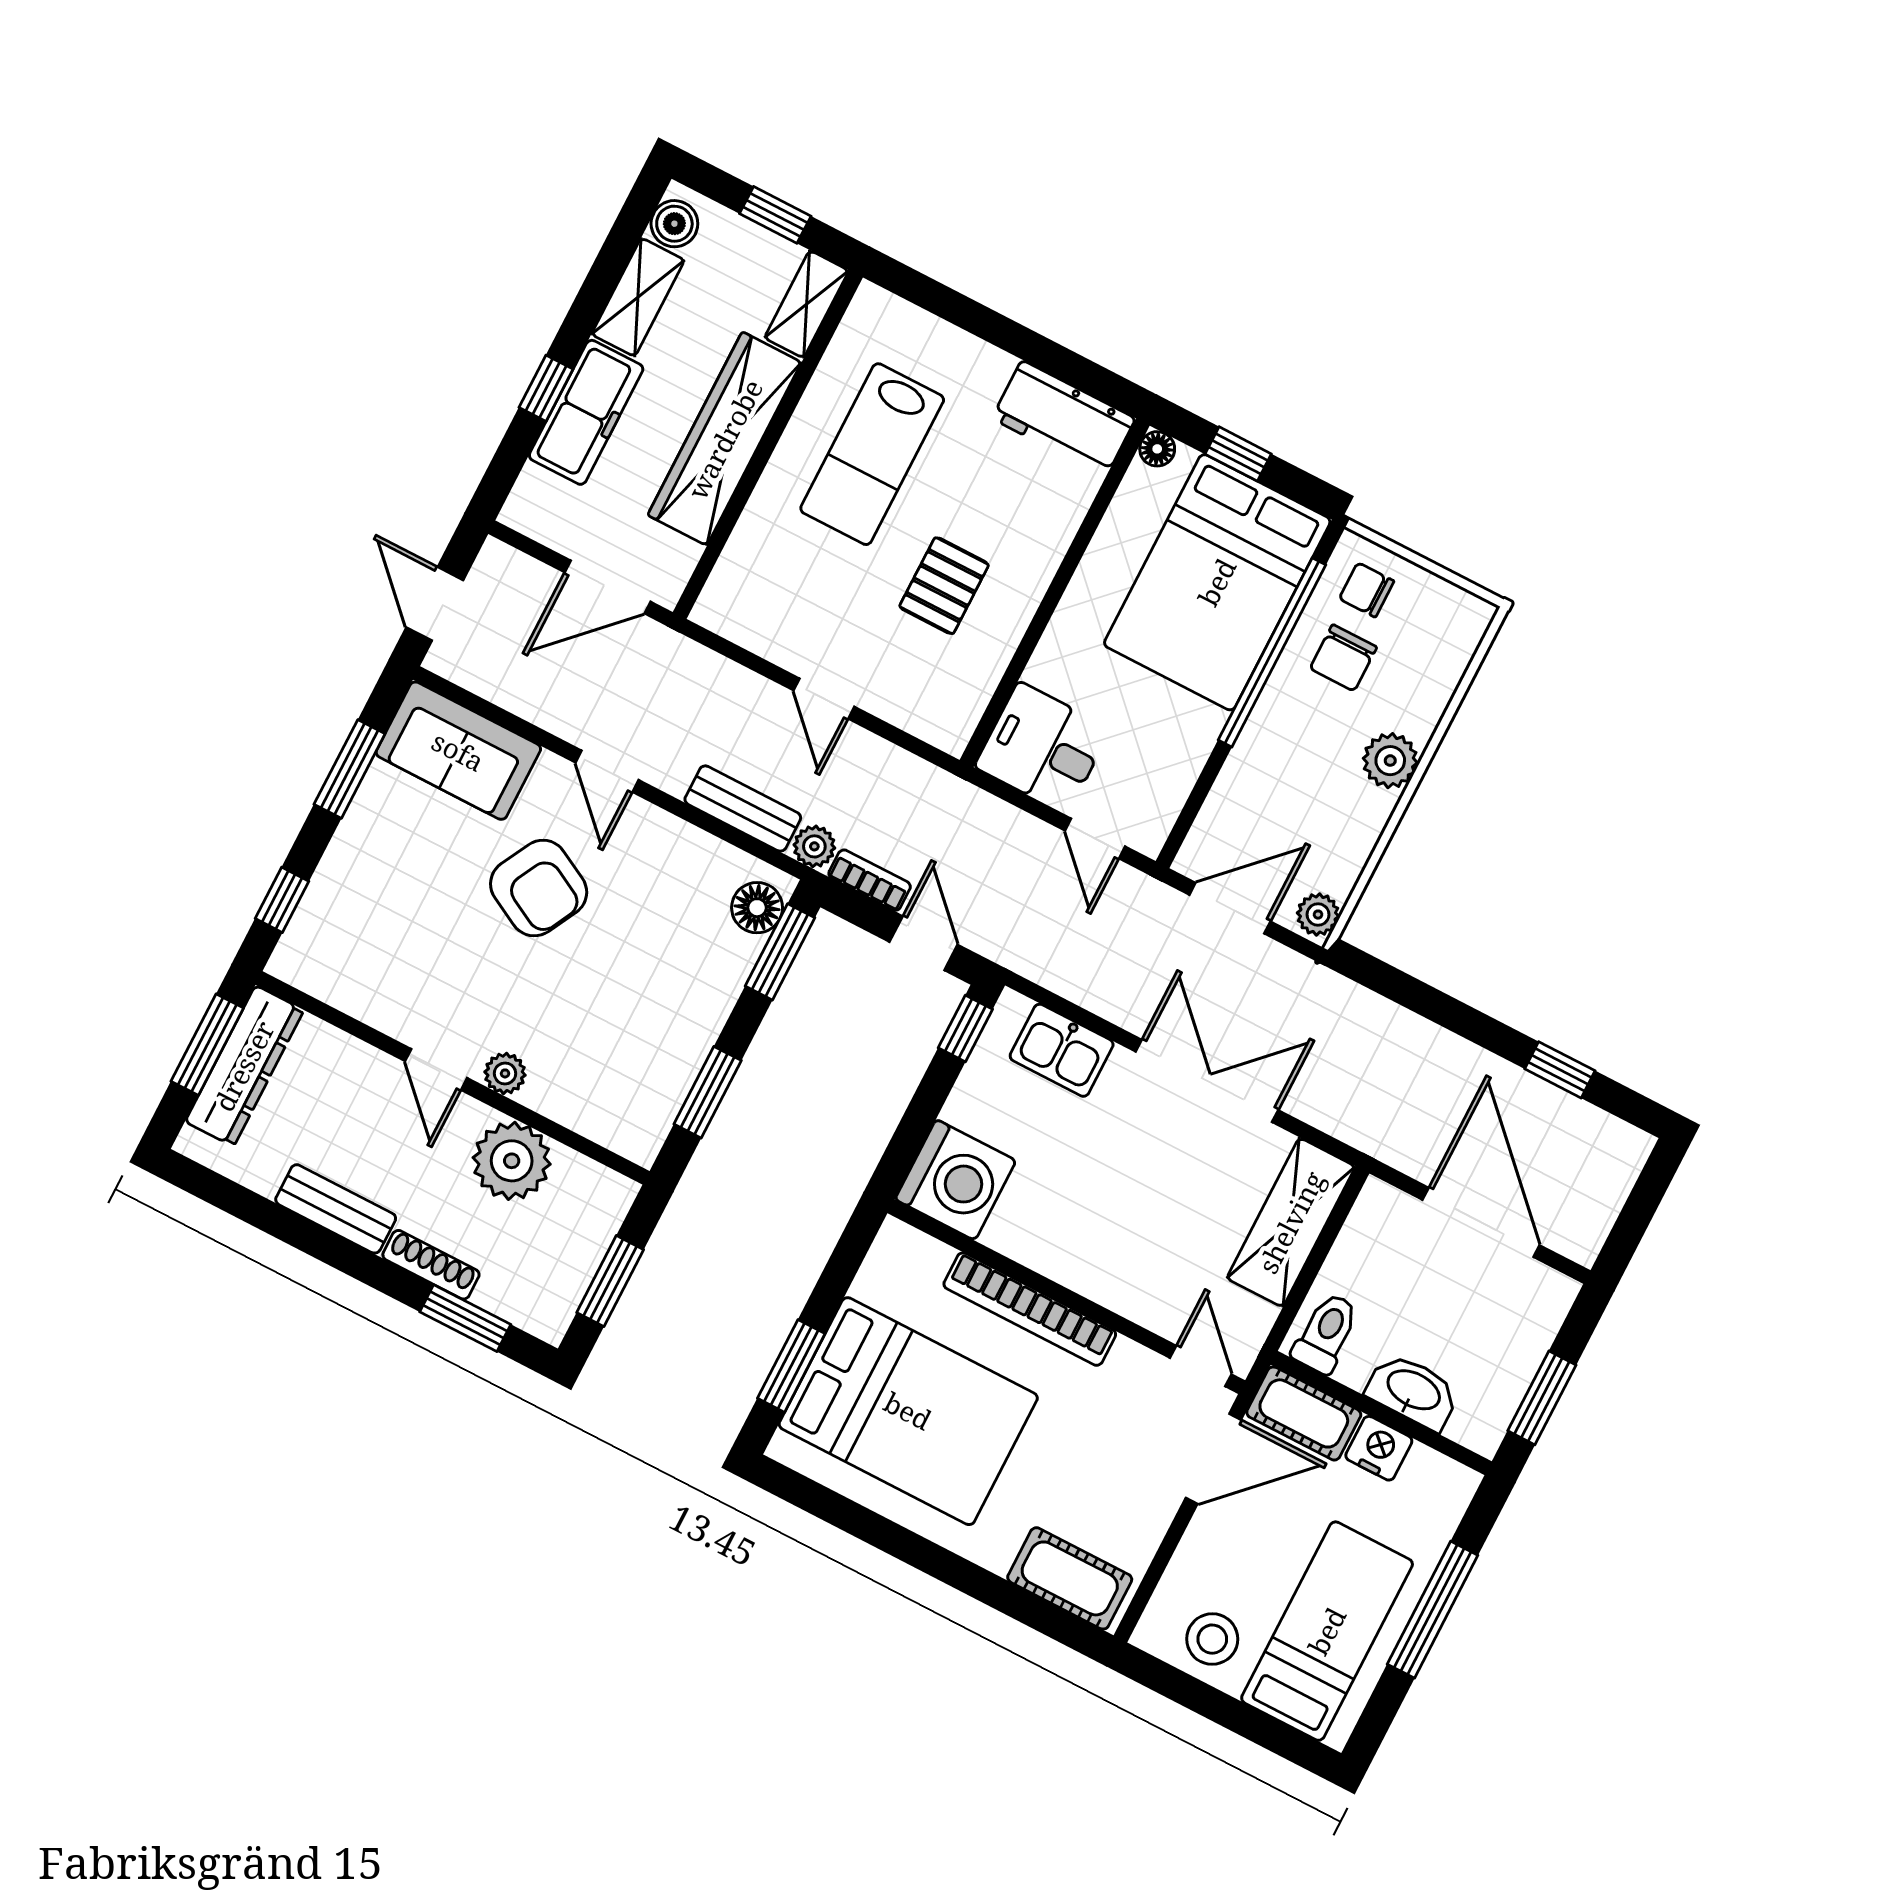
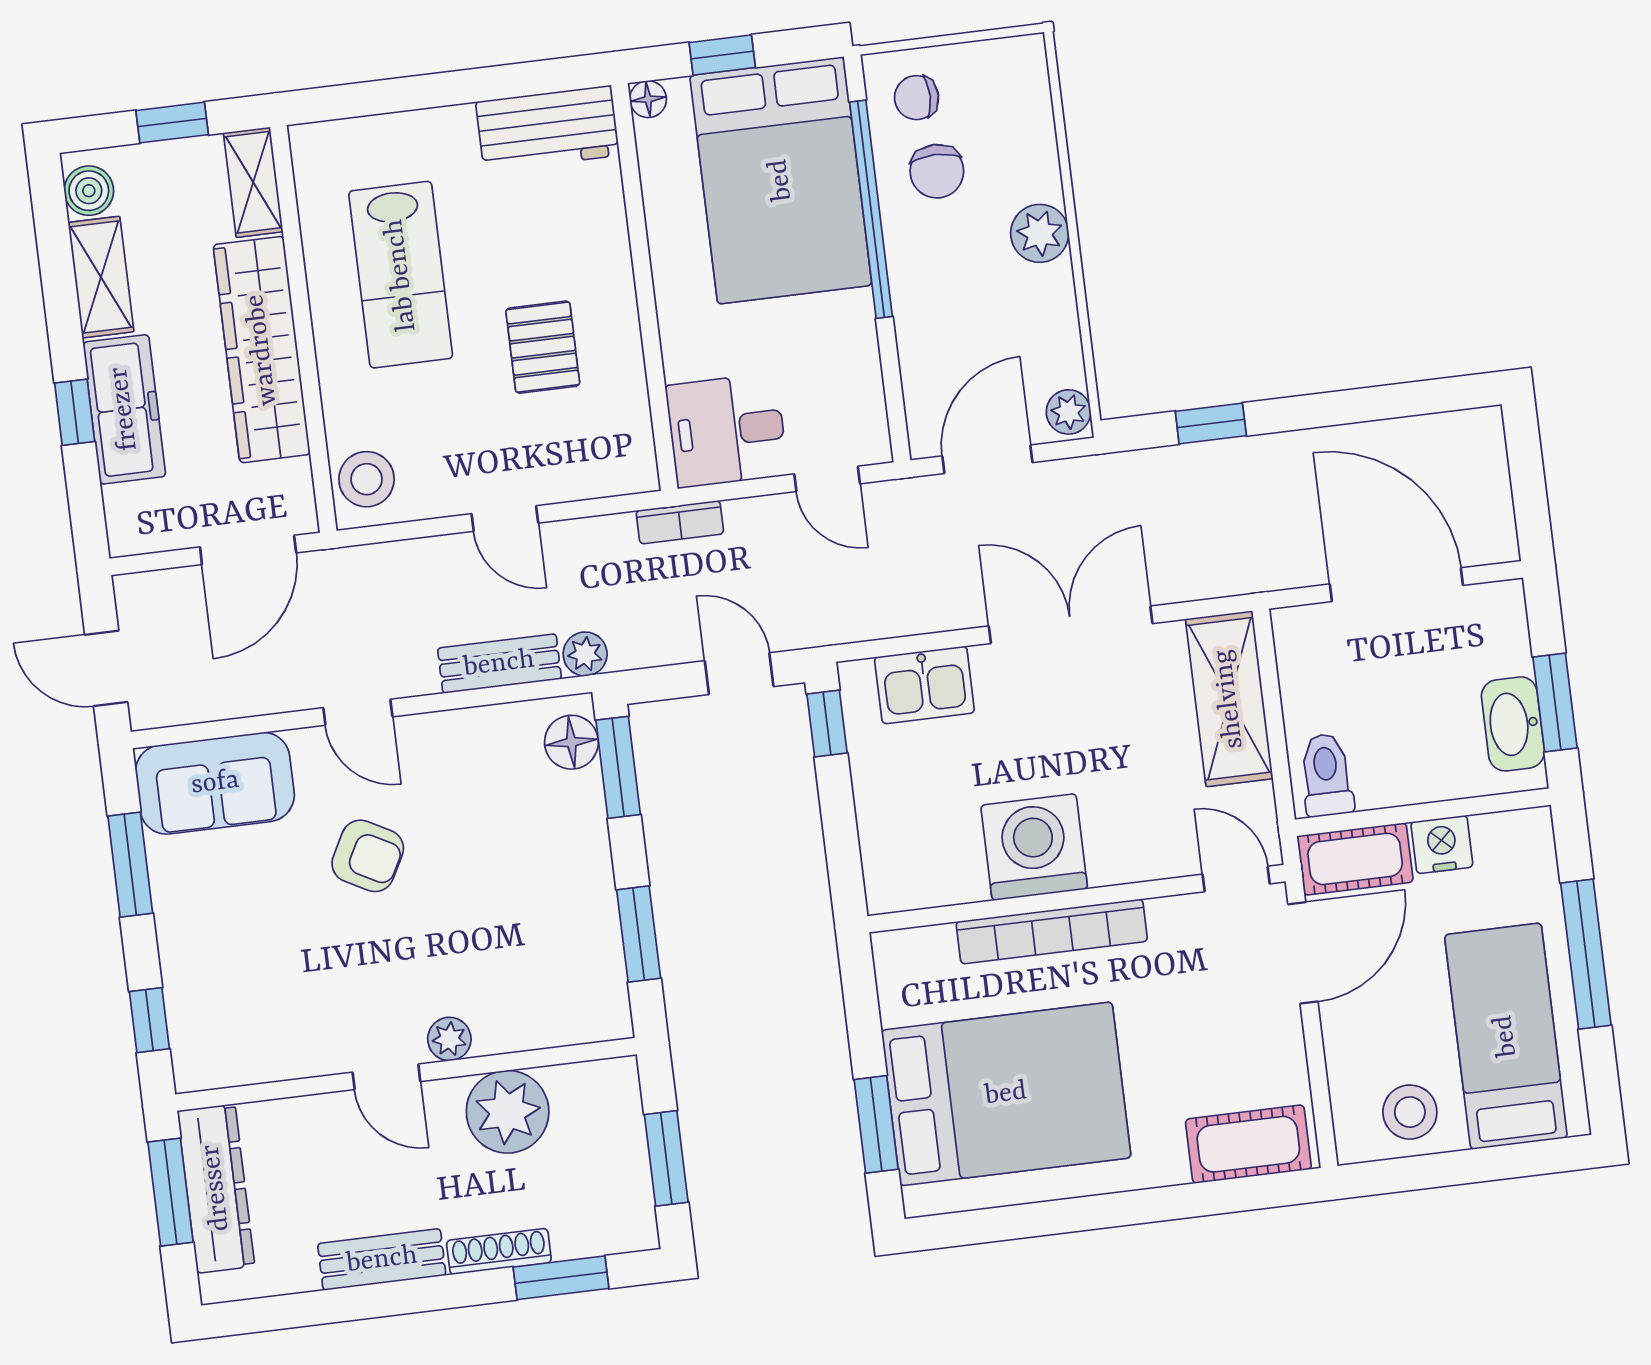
stool: (737, 595) -> (367, 479), added
bookcase: (870, 880) -> (680, 522), moved, turned 180
armchair: (539, 888) -> (368, 856), width x0.72, depth x0.72
window: (1560, 1070) -> (1211, 423), moved
washing machine: (956, 1180) -> (1034, 847), moved, turned -90
washbasin: (1413, 1391) -> (1513, 724), moved, turned -90

